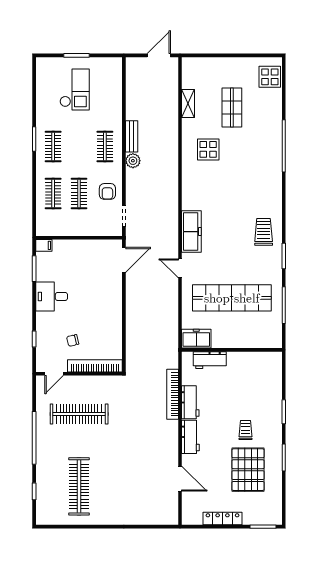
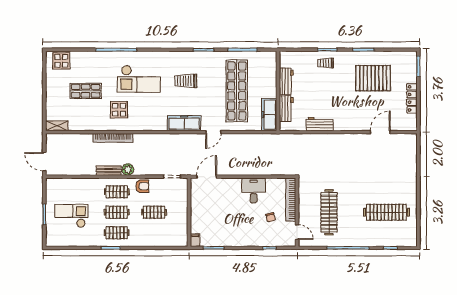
door: (159, 55) -> (44, 162), moved
shelving: (188, 104) -> (57, 126), moved
checkout: (247, 175) -> (139, 79), added
armchair: (107, 191) -> (142, 186), moved
clothes rail: (53, 194) -> (117, 212), moved
trolley: (264, 232) -> (186, 81), moved
door: (124, 260) -> (207, 177), hinge flipped
desk: (52, 296) -> (254, 191), moved, turned 180
freezer: (196, 339) -> (269, 115), width x1.40
bookcase: (173, 394) -> (113, 138), moved
trolley: (246, 430) -> (326, 63), moved
workbench: (190, 437) -> (286, 81), moved, turned 90

